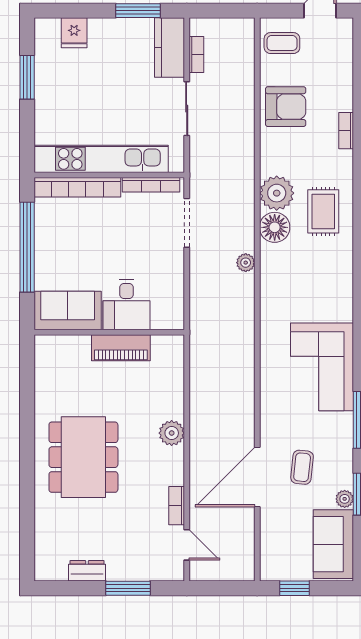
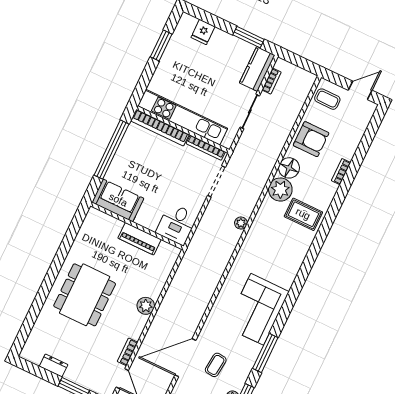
rug: (323, 211) -> (303, 214), turned 90
floor lamp: (275, 227) -> (289, 168), moved
desk: (127, 305) -> (177, 224), moved

